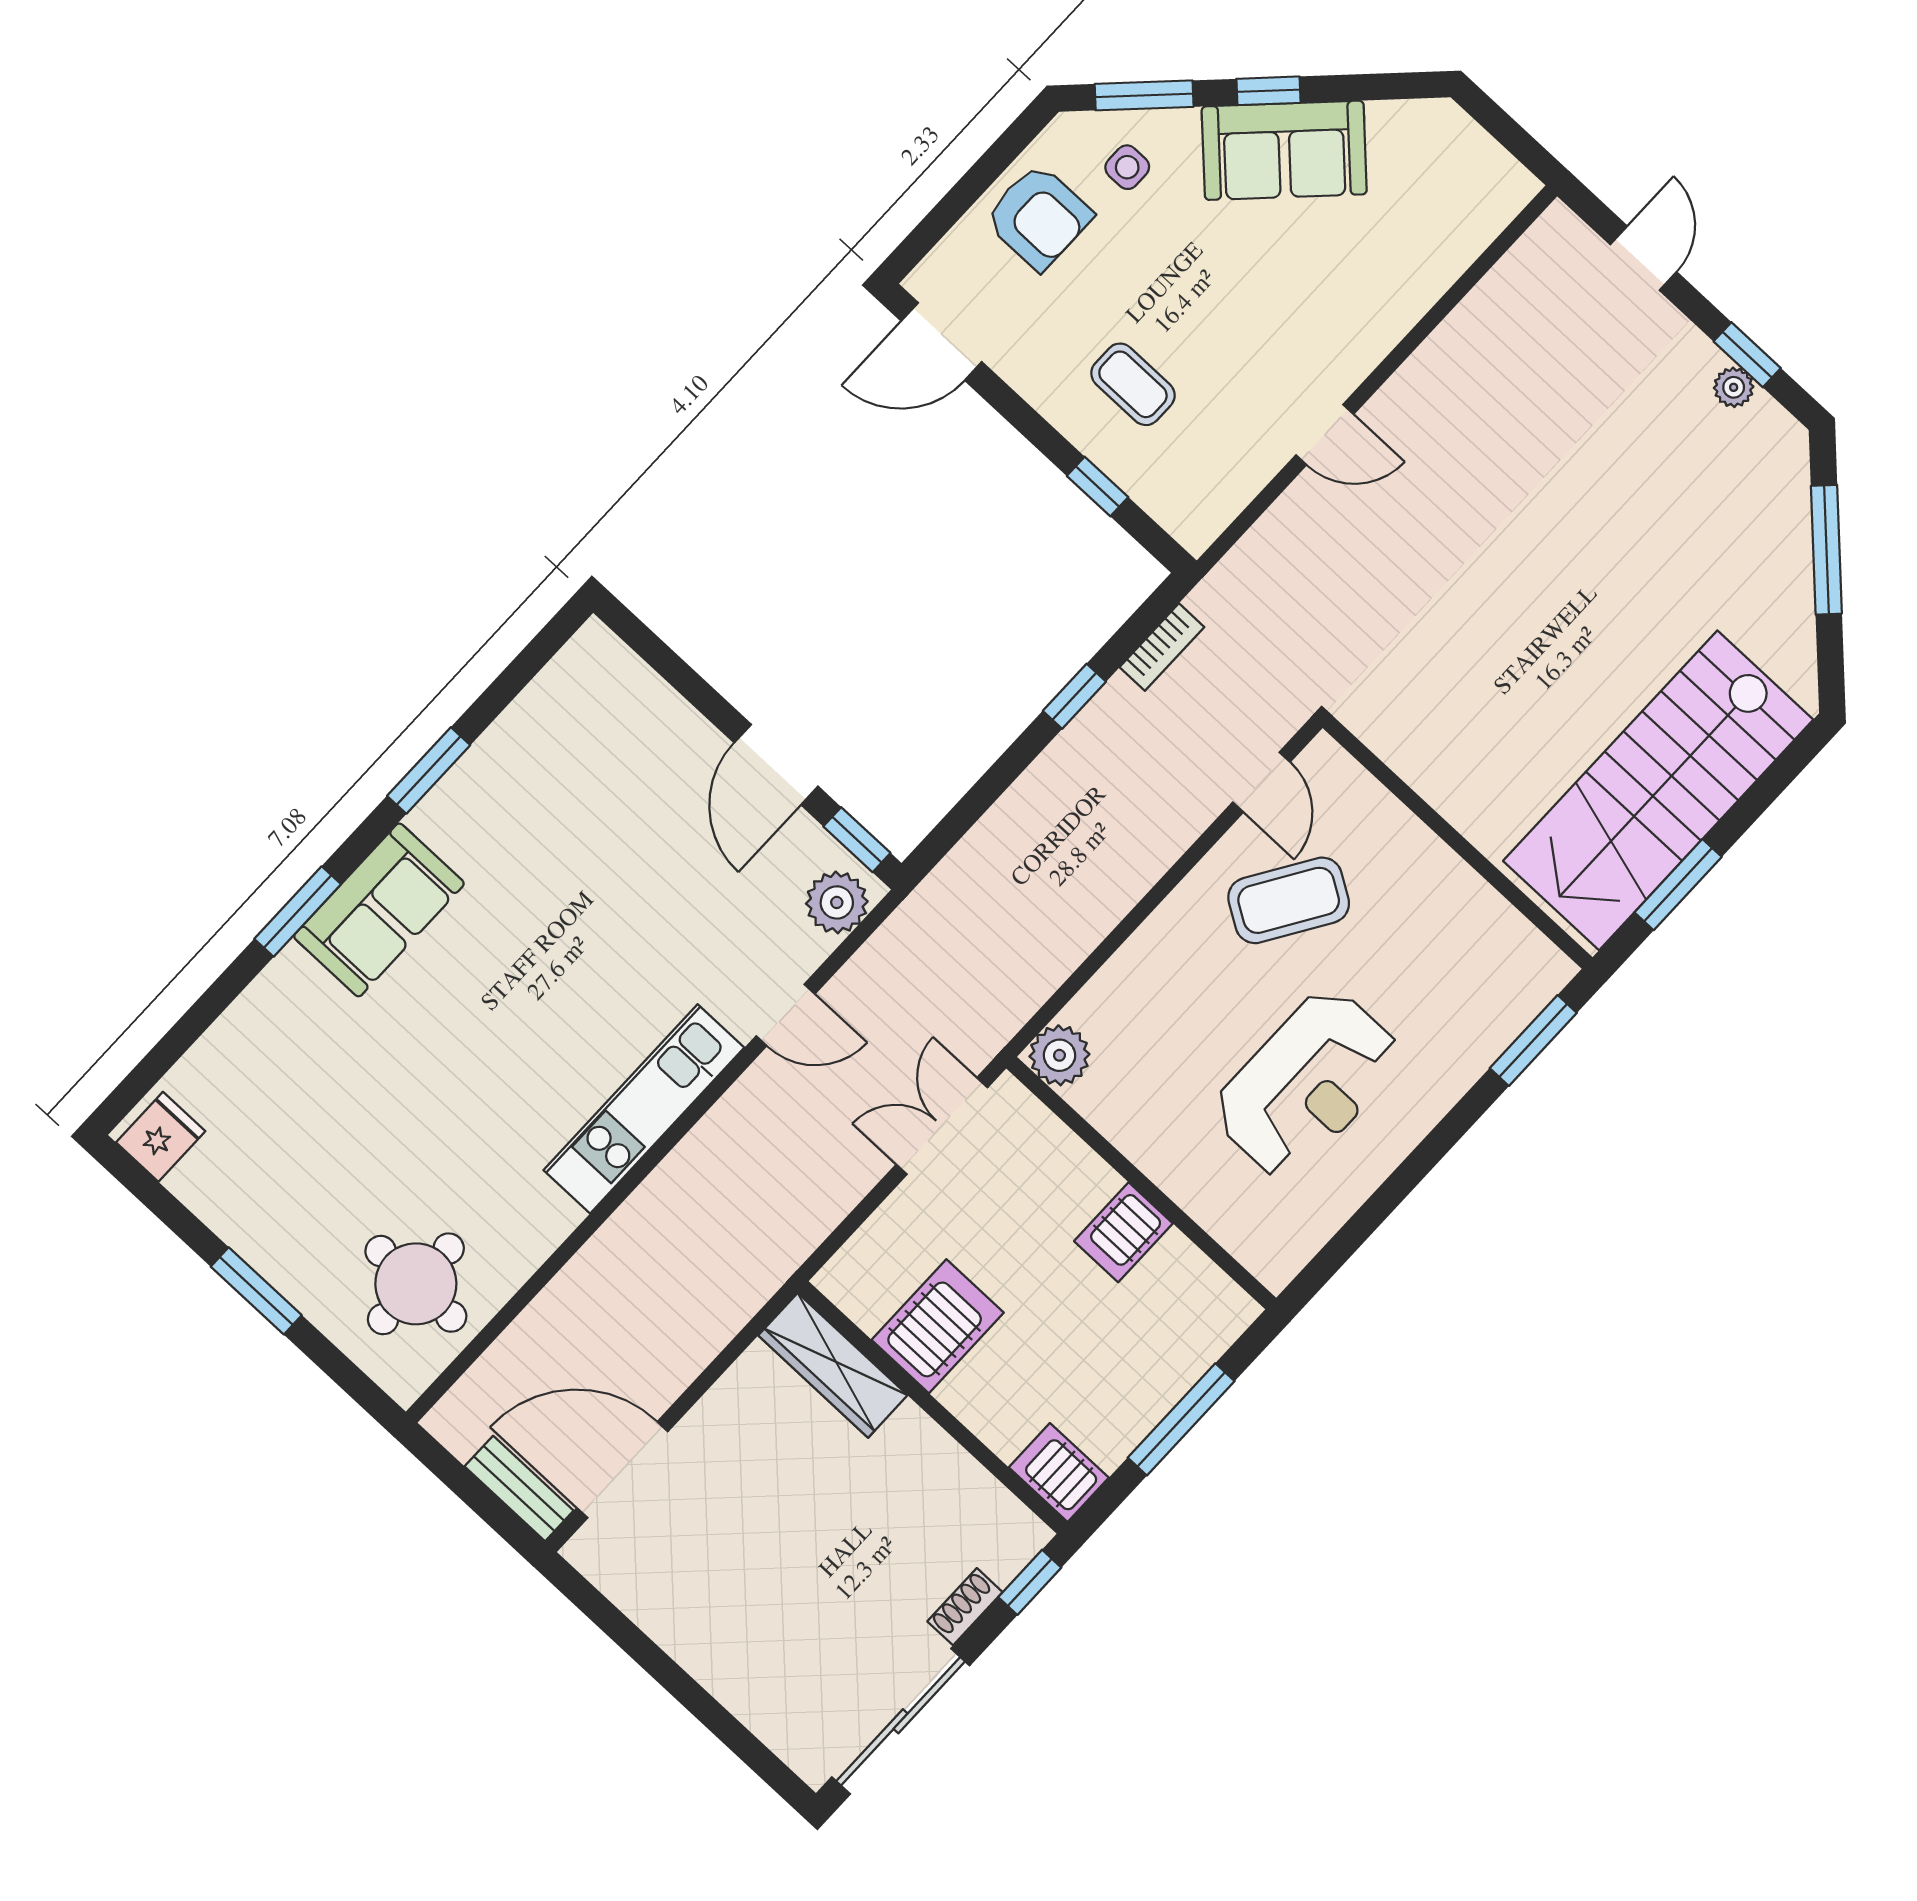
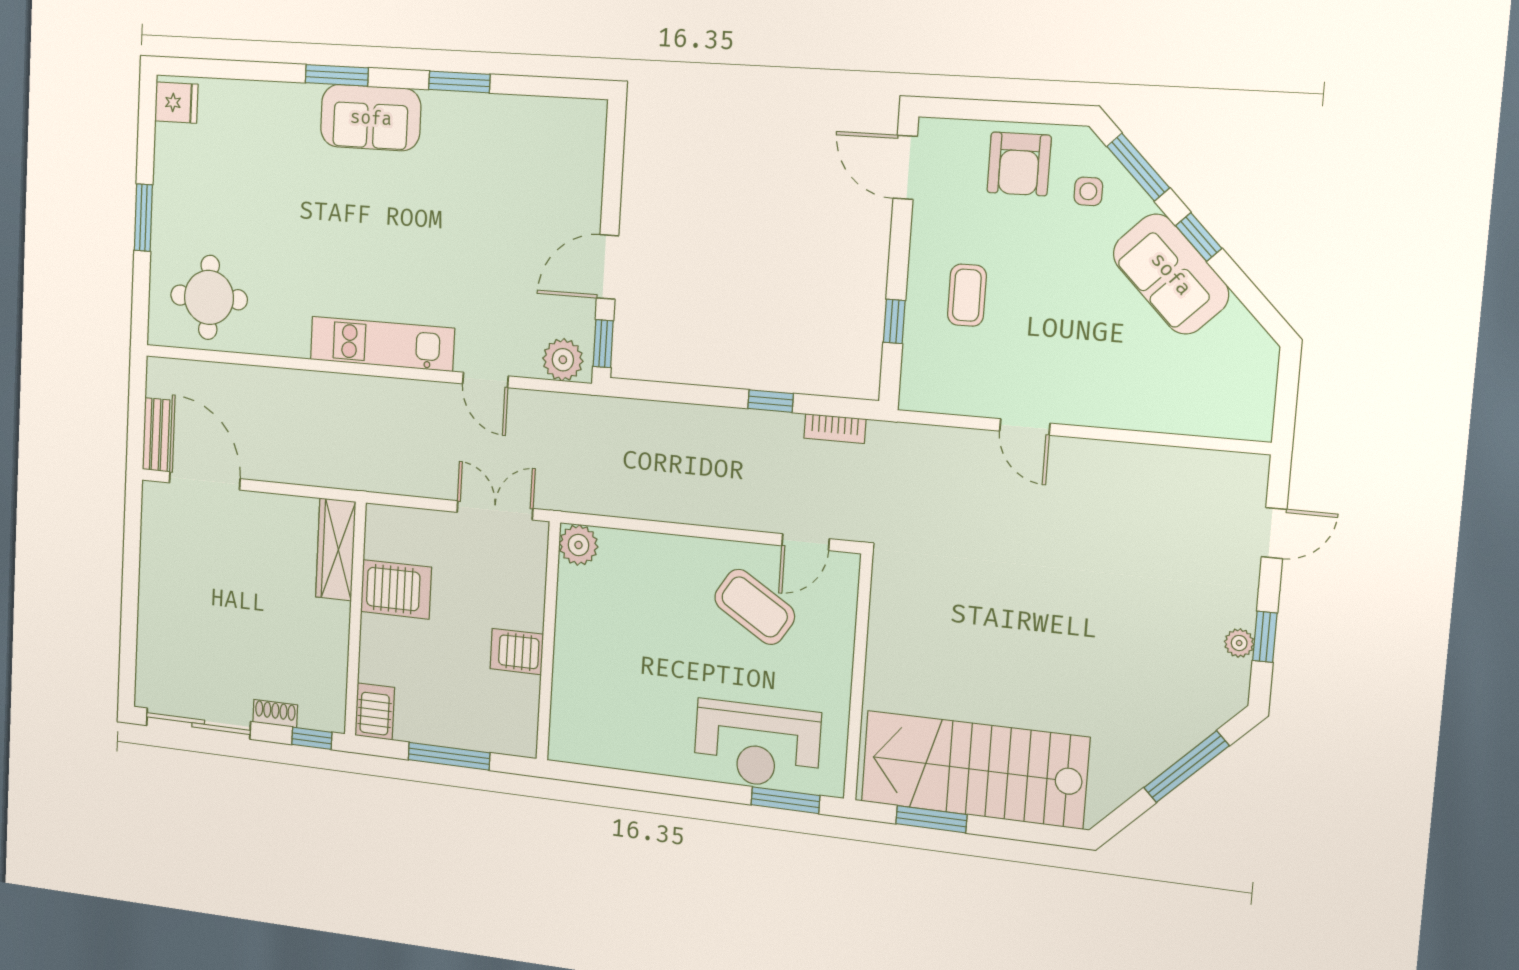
reception desk: (1307, 1084) -> (757, 745), moved

